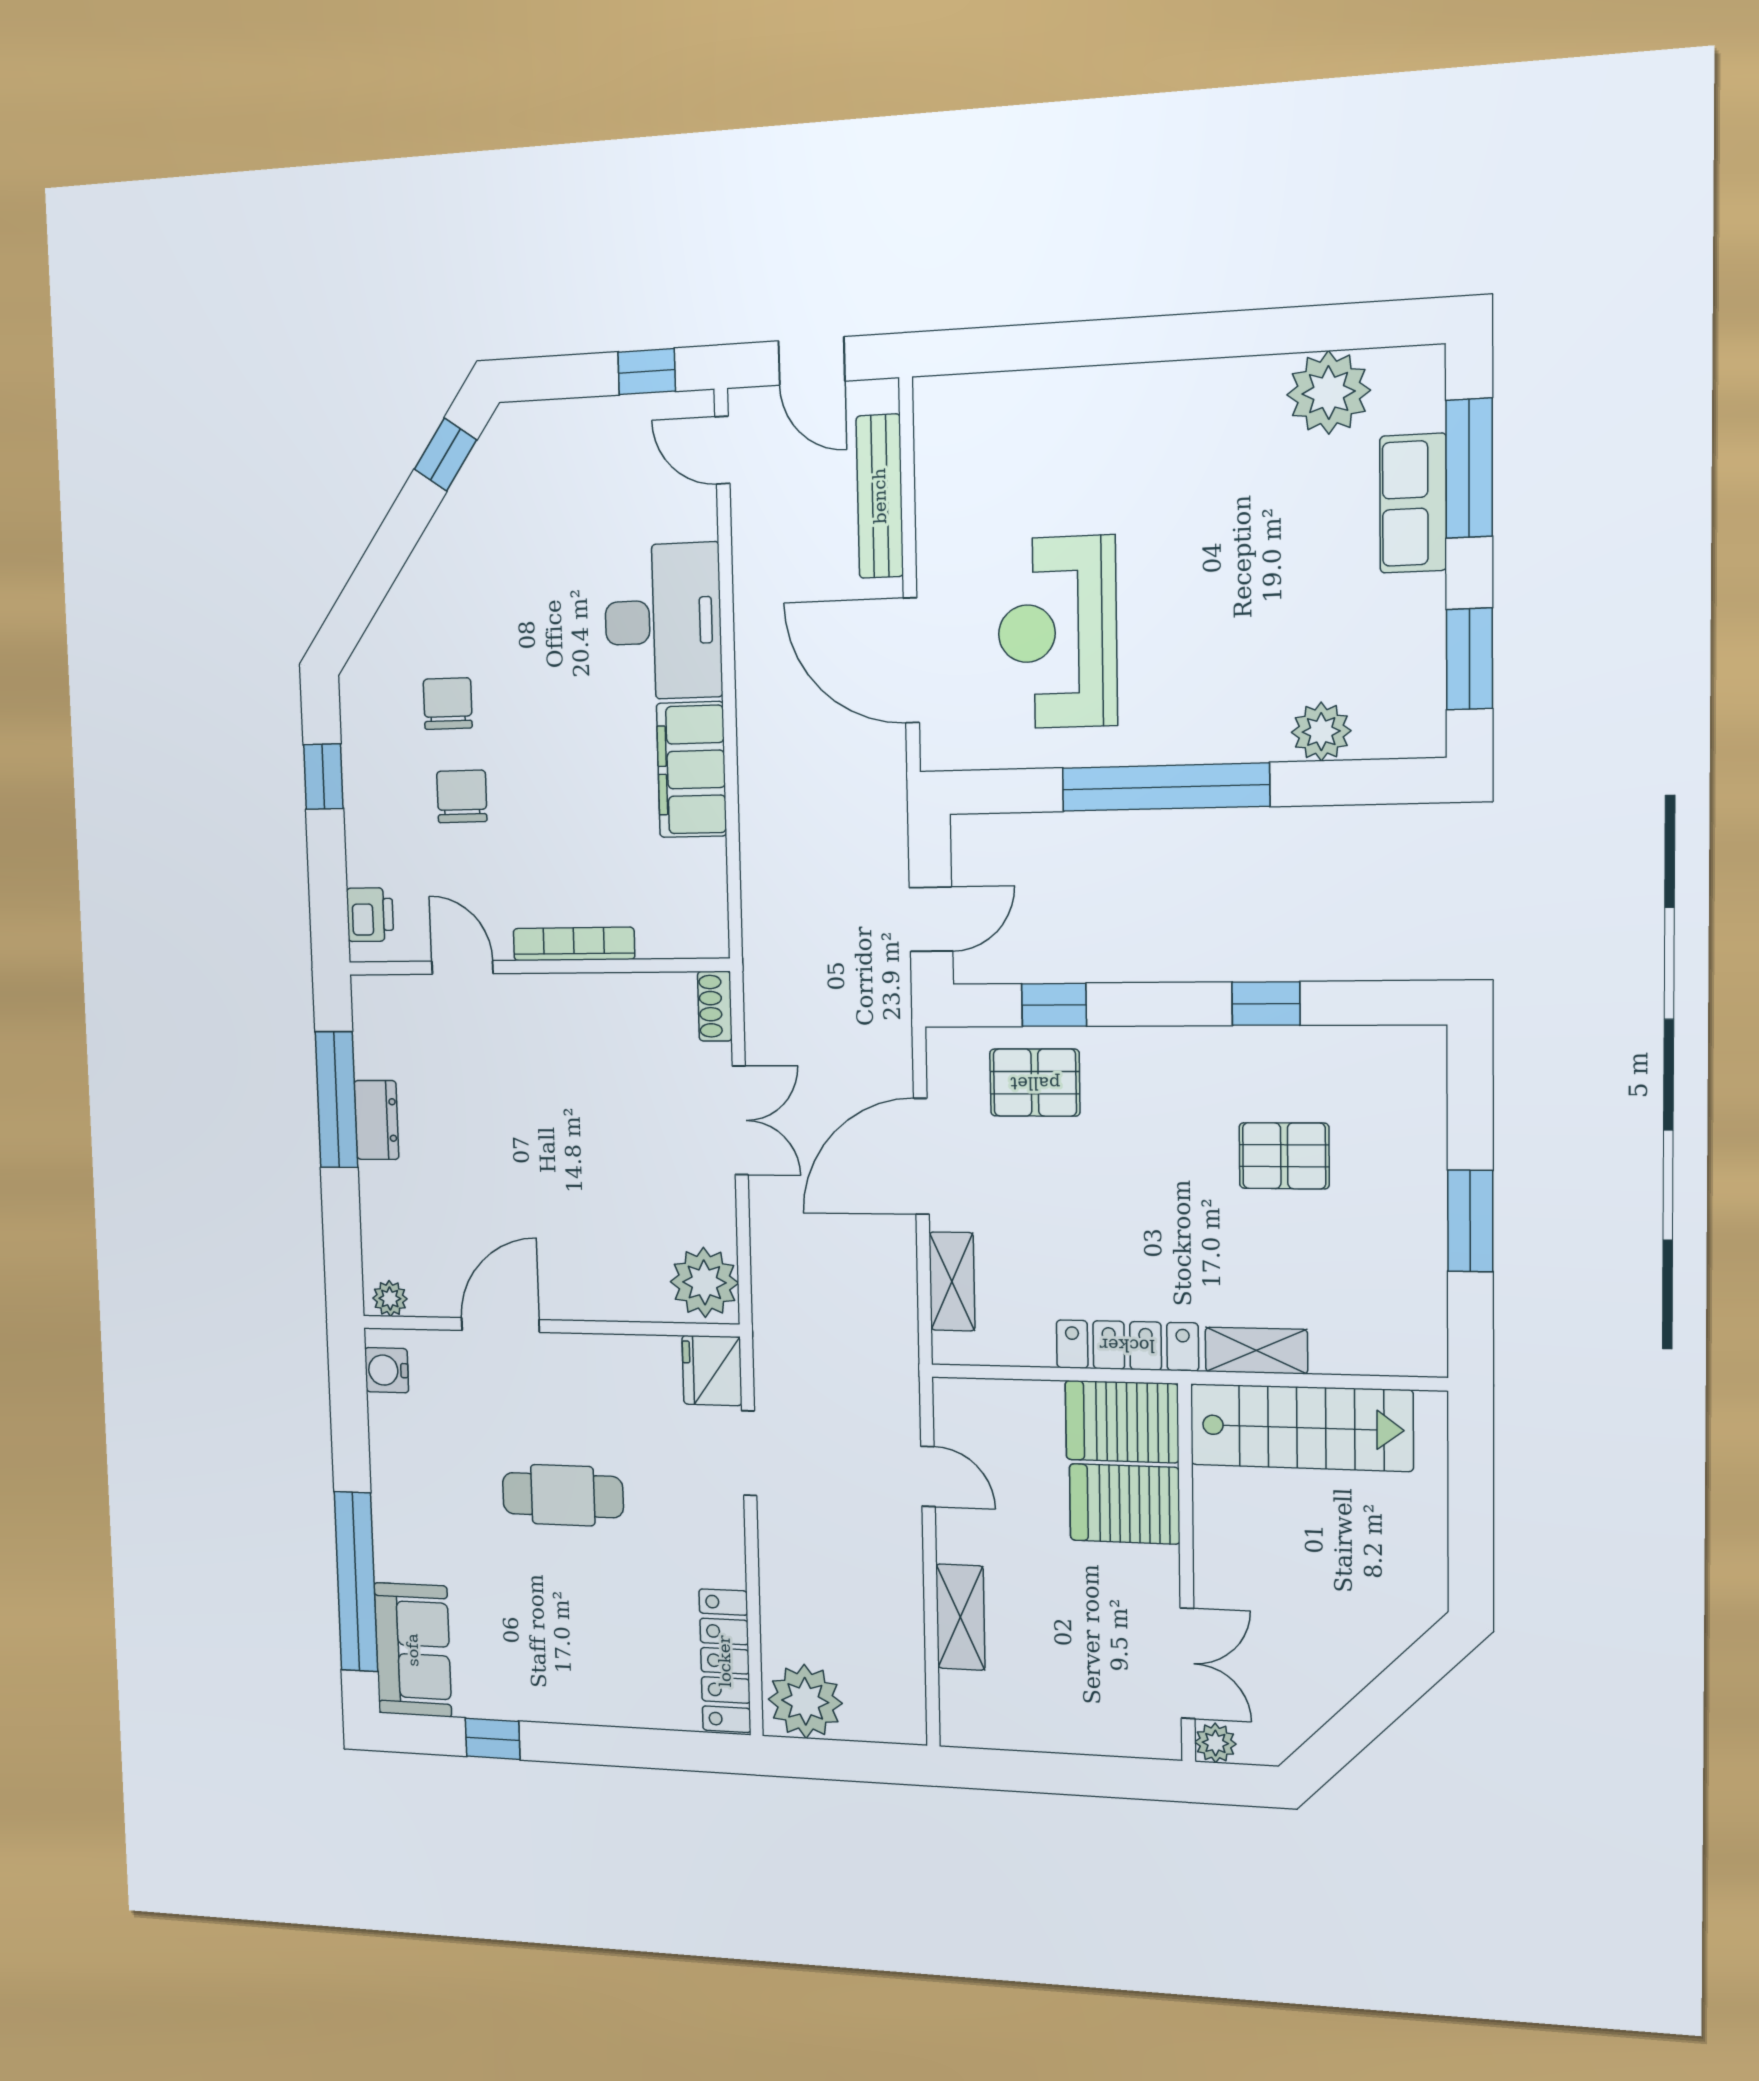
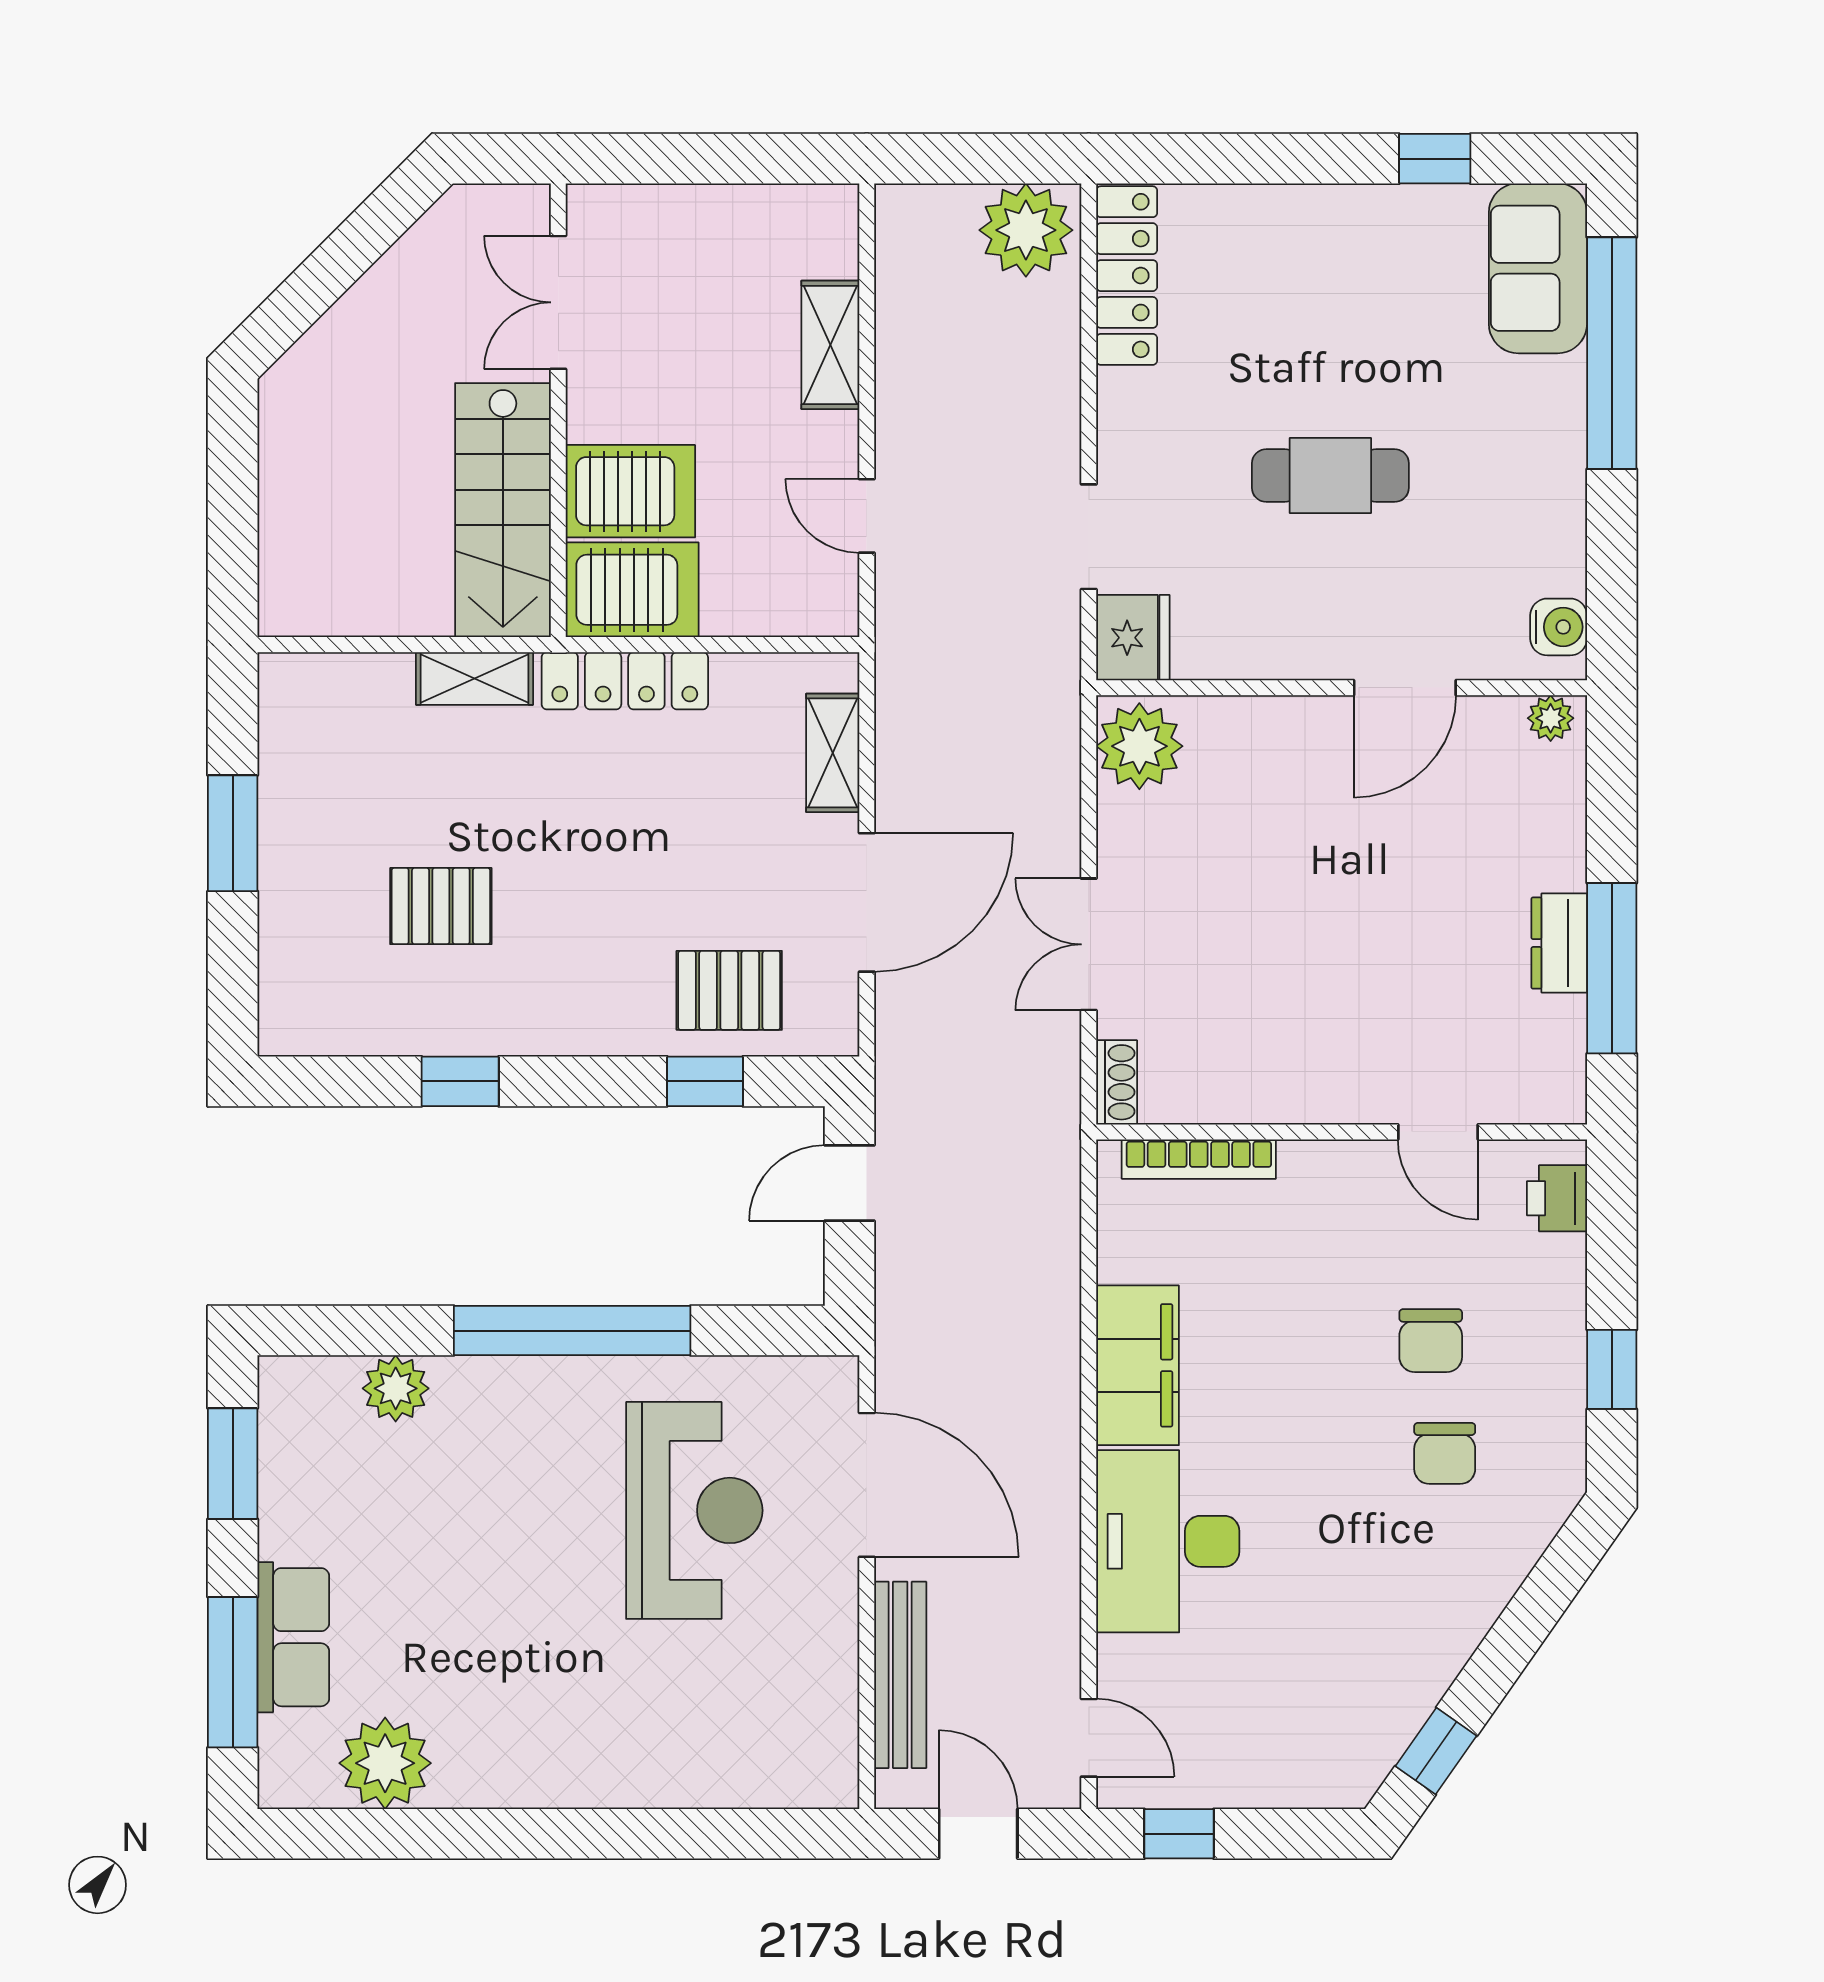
bookcase: (574, 944) -> (1199, 1159), moved
stairs: (1301, 1427) -> (503, 510), moved, turned -90
plant: (1215, 1743) -> (527, 208), removed

